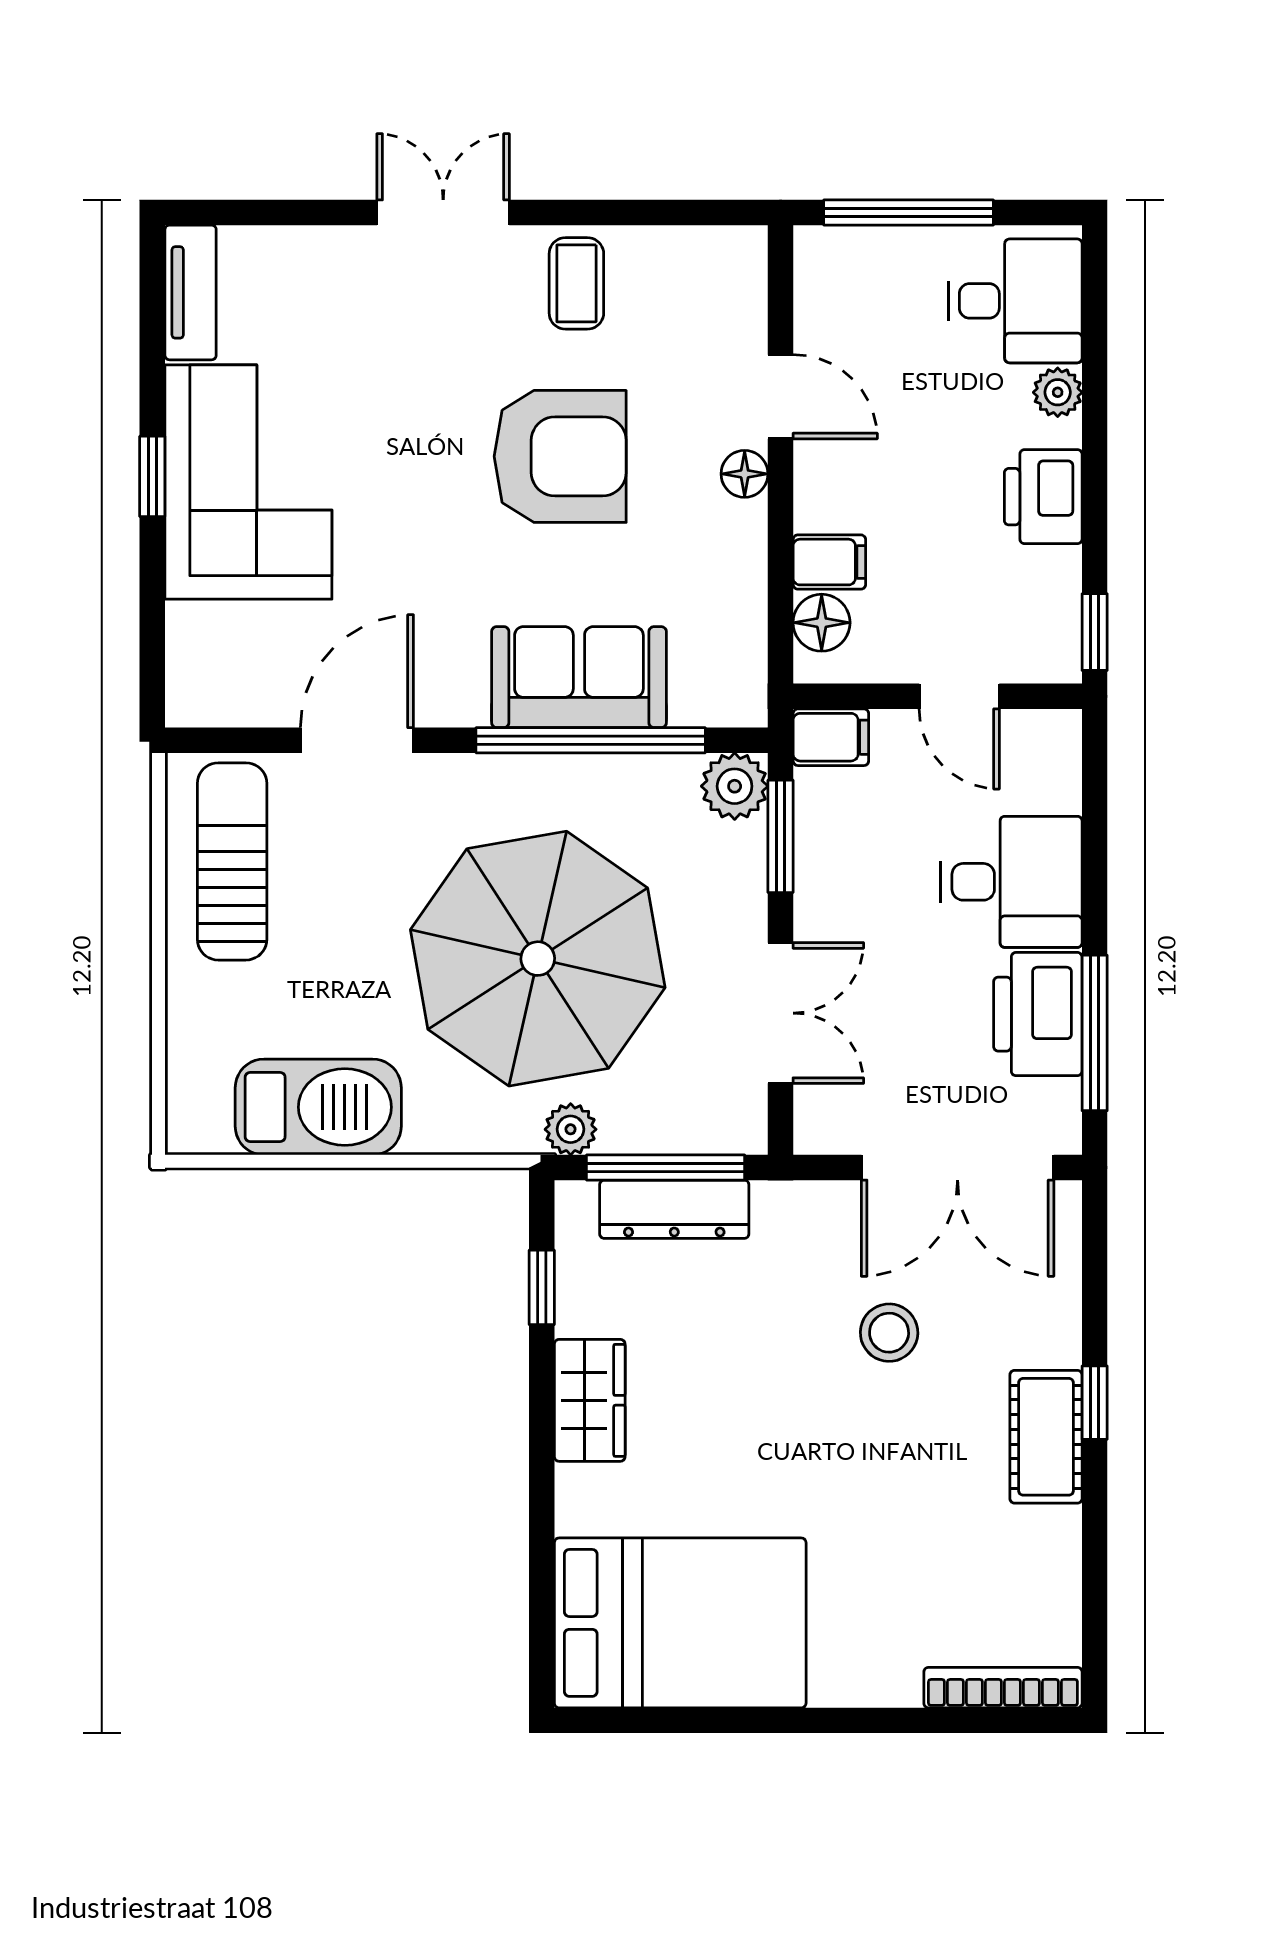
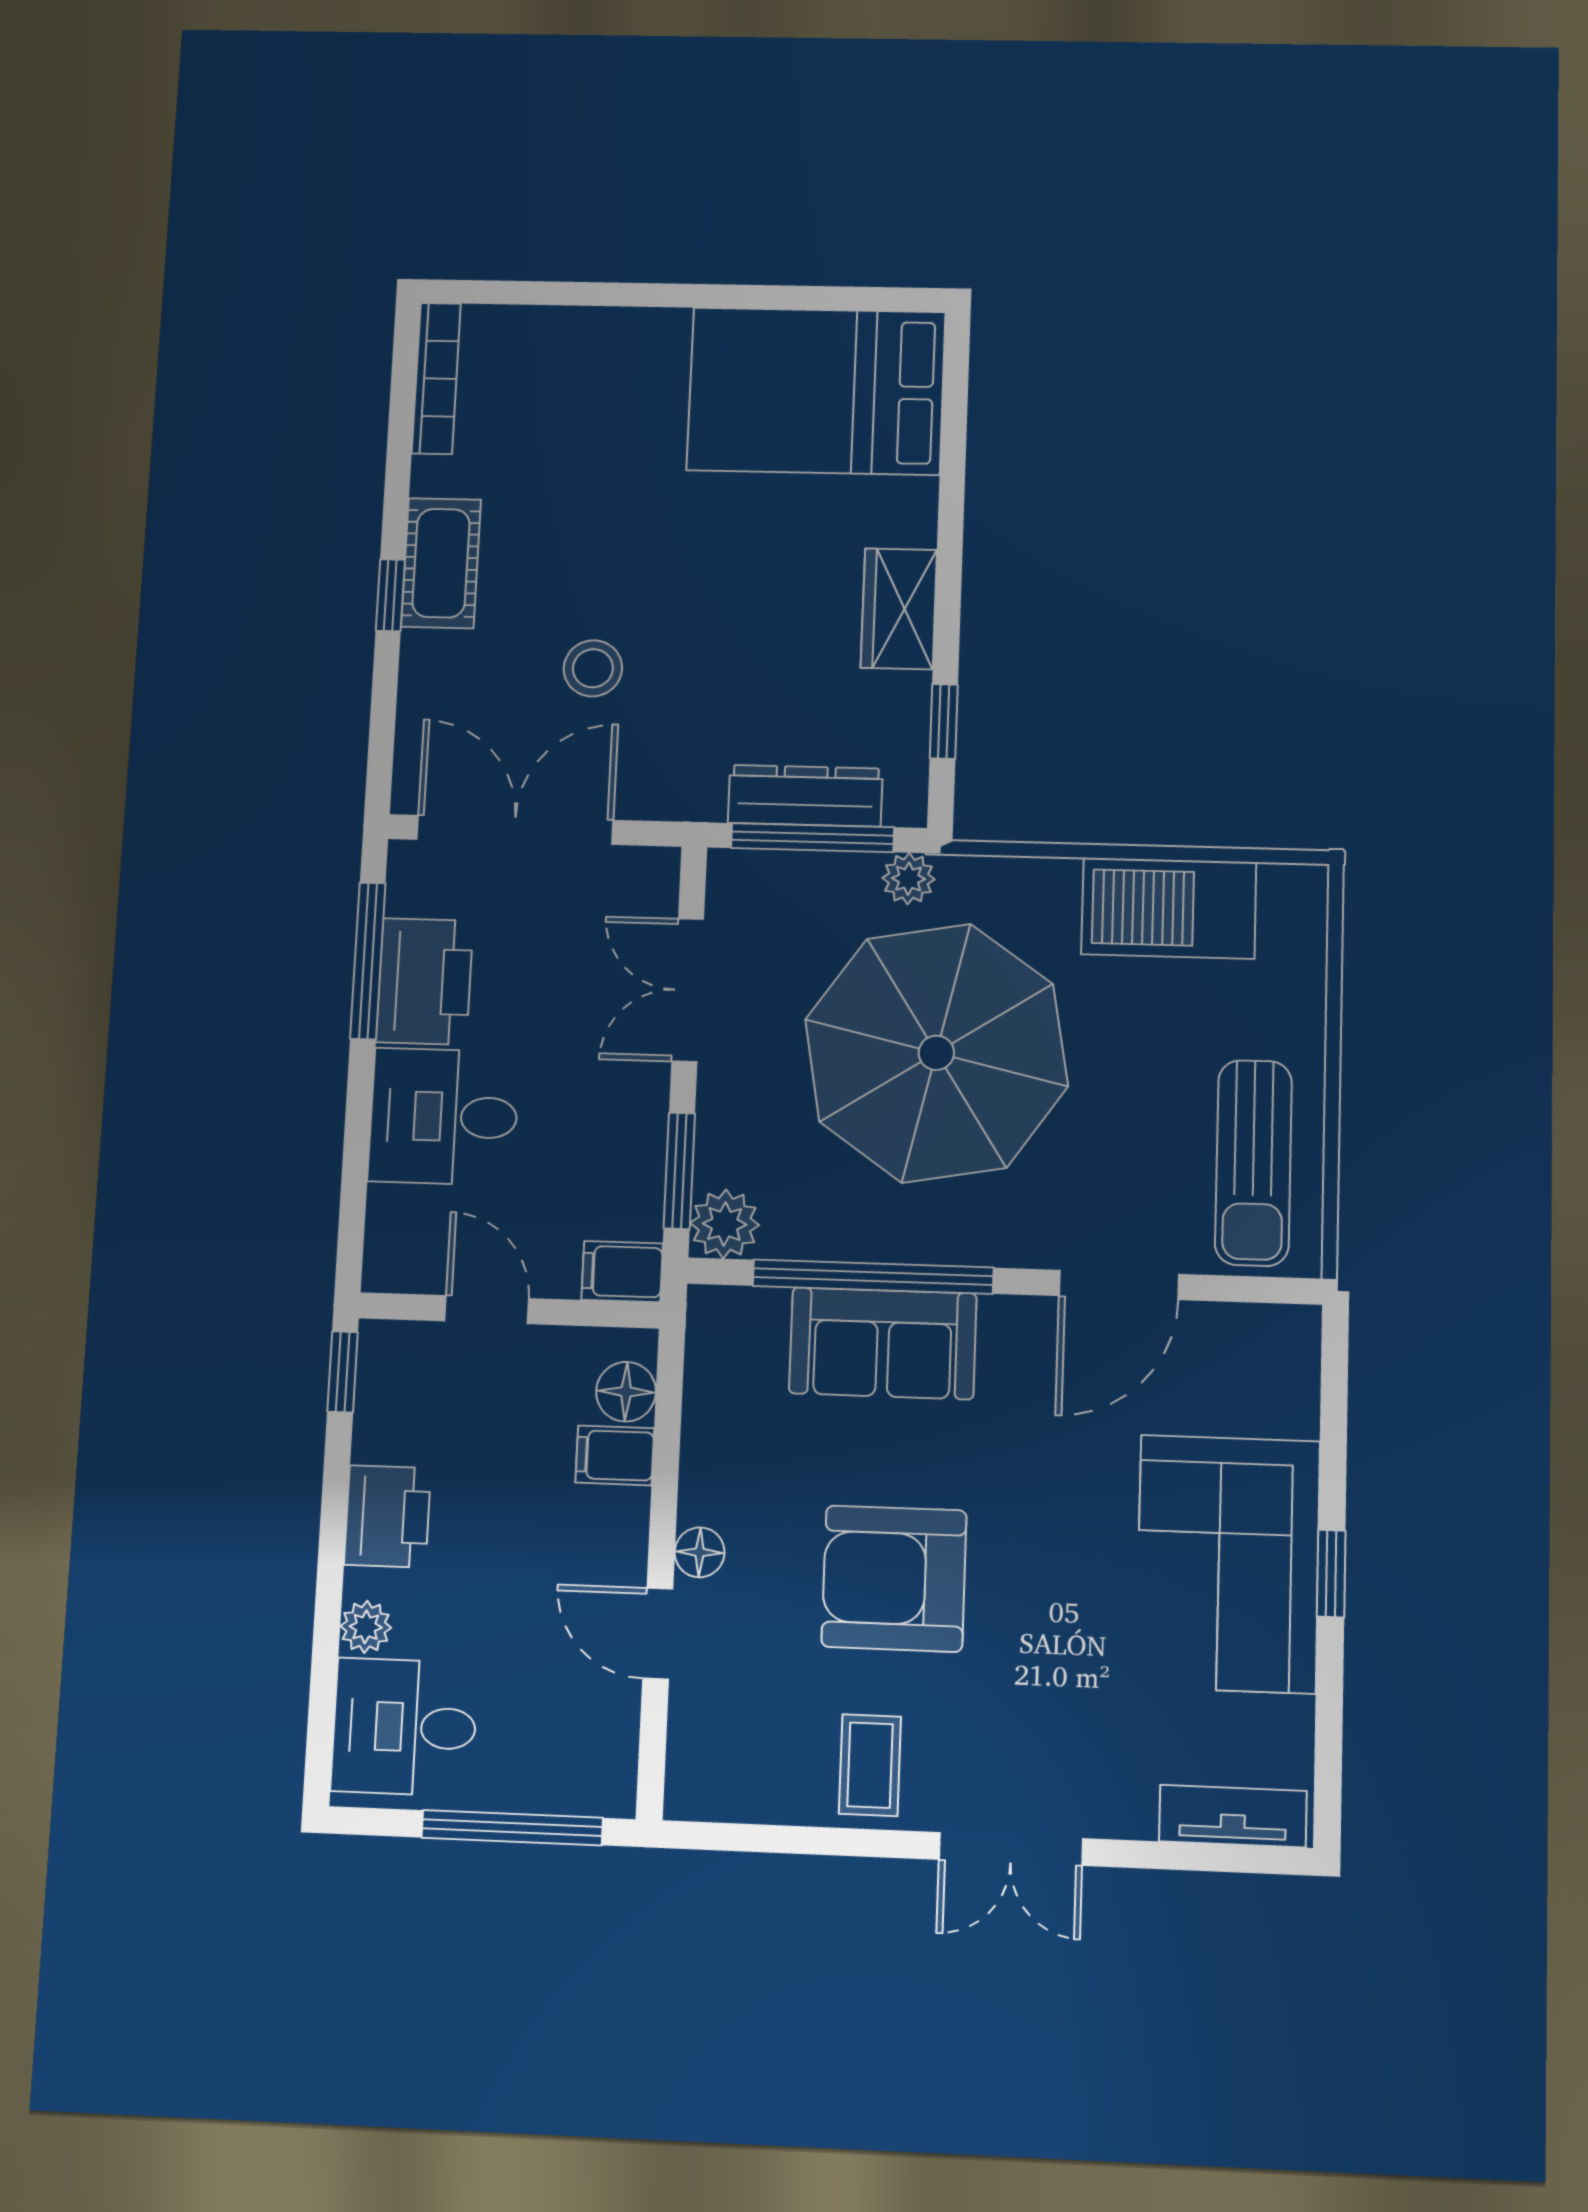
tv unit: (191, 292) -> (1233, 1816), moved, turned 90
bookcase: (1003, 1688) -> (436, 378), moved, turned -90

